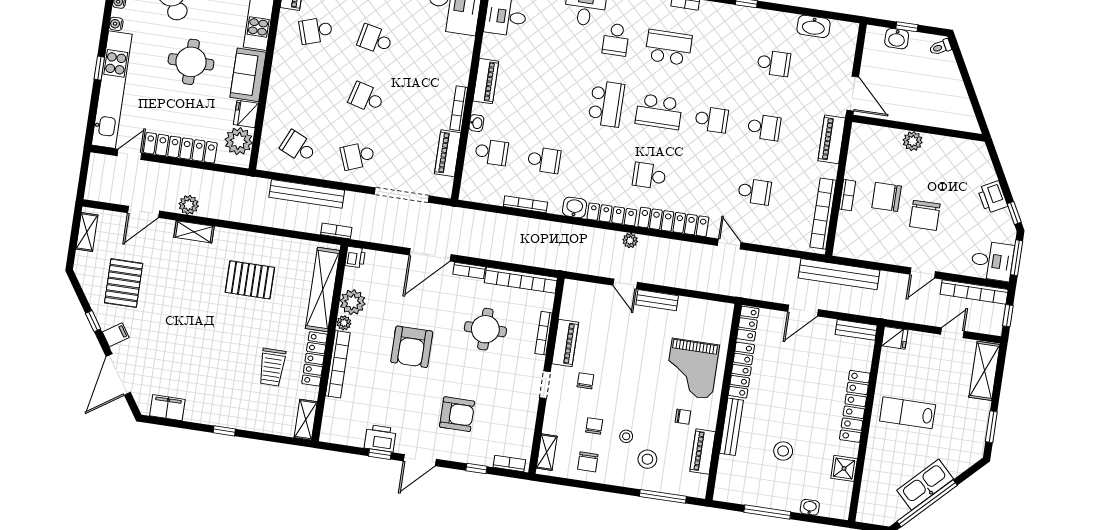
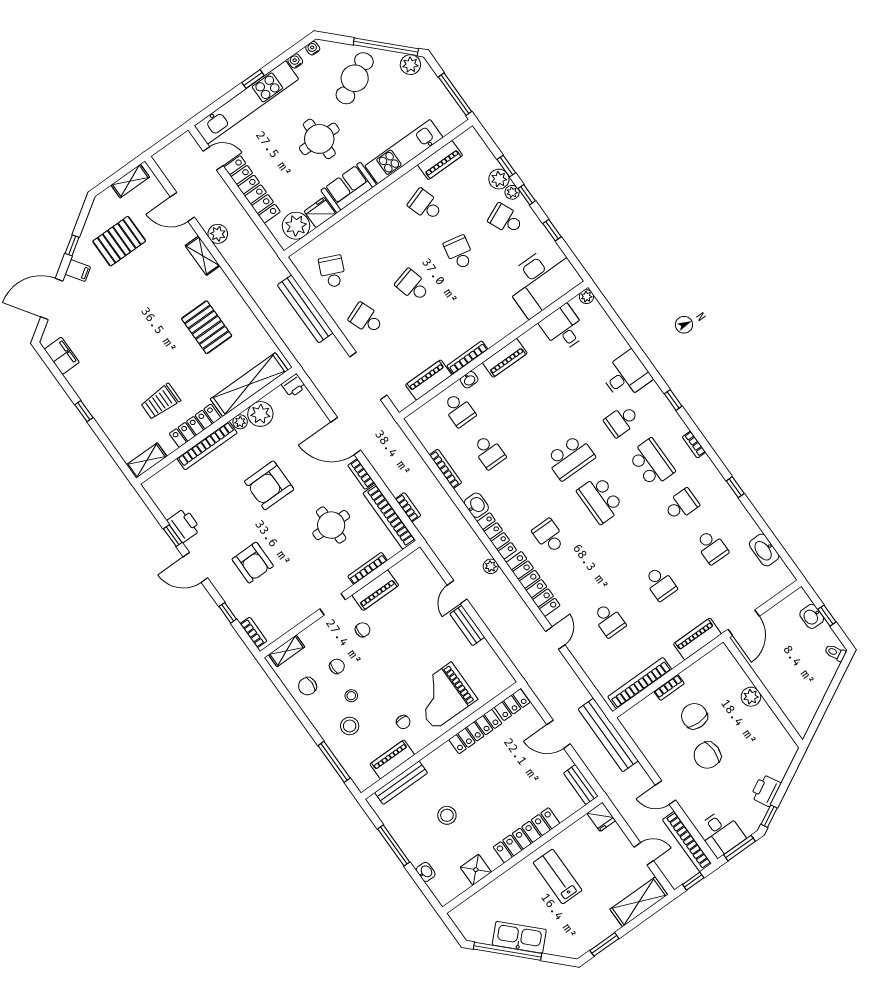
school desk: (366, 98) -> (413, 286), turned -30
school desk: (711, 119) -> (682, 505), moved, turned -90
bookcase: (336, 231) -> (408, 507), moved
bench: (731, 427) -> (401, 783), moved

